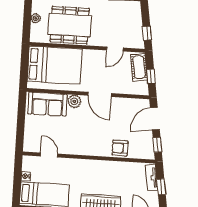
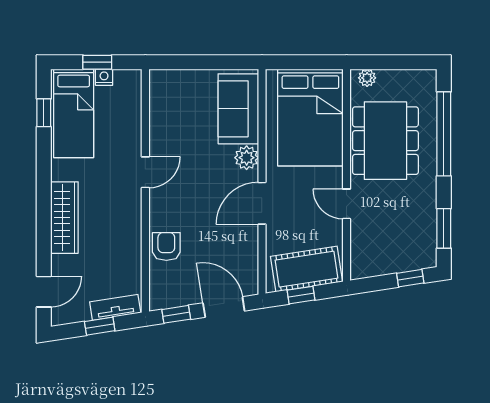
plant: (36, 18) -> (367, 78), moved
window: (147, 33) -> (410, 278), moved
door: (115, 49) -> (347, 204), moved
cot: (139, 67) -> (306, 269), width x1.37, depth x1.34
door: (49, 155) -> (145, 172), moved
window: (17, 179) -> (97, 62), added

